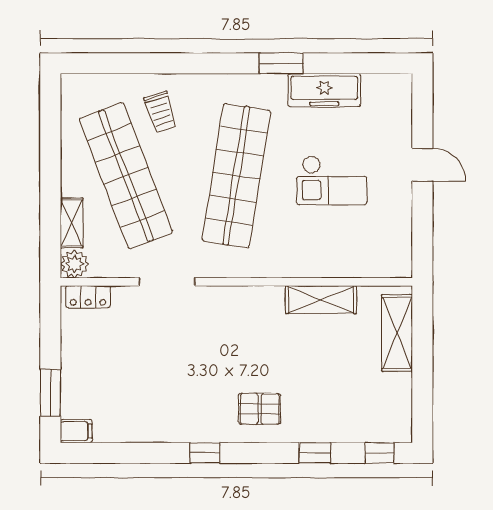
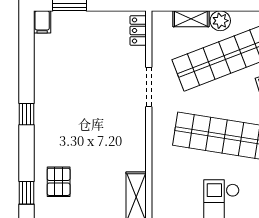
plant: (74, 264) -> (220, 21), moved
pallet: (260, 409) -> (59, 182), moved

